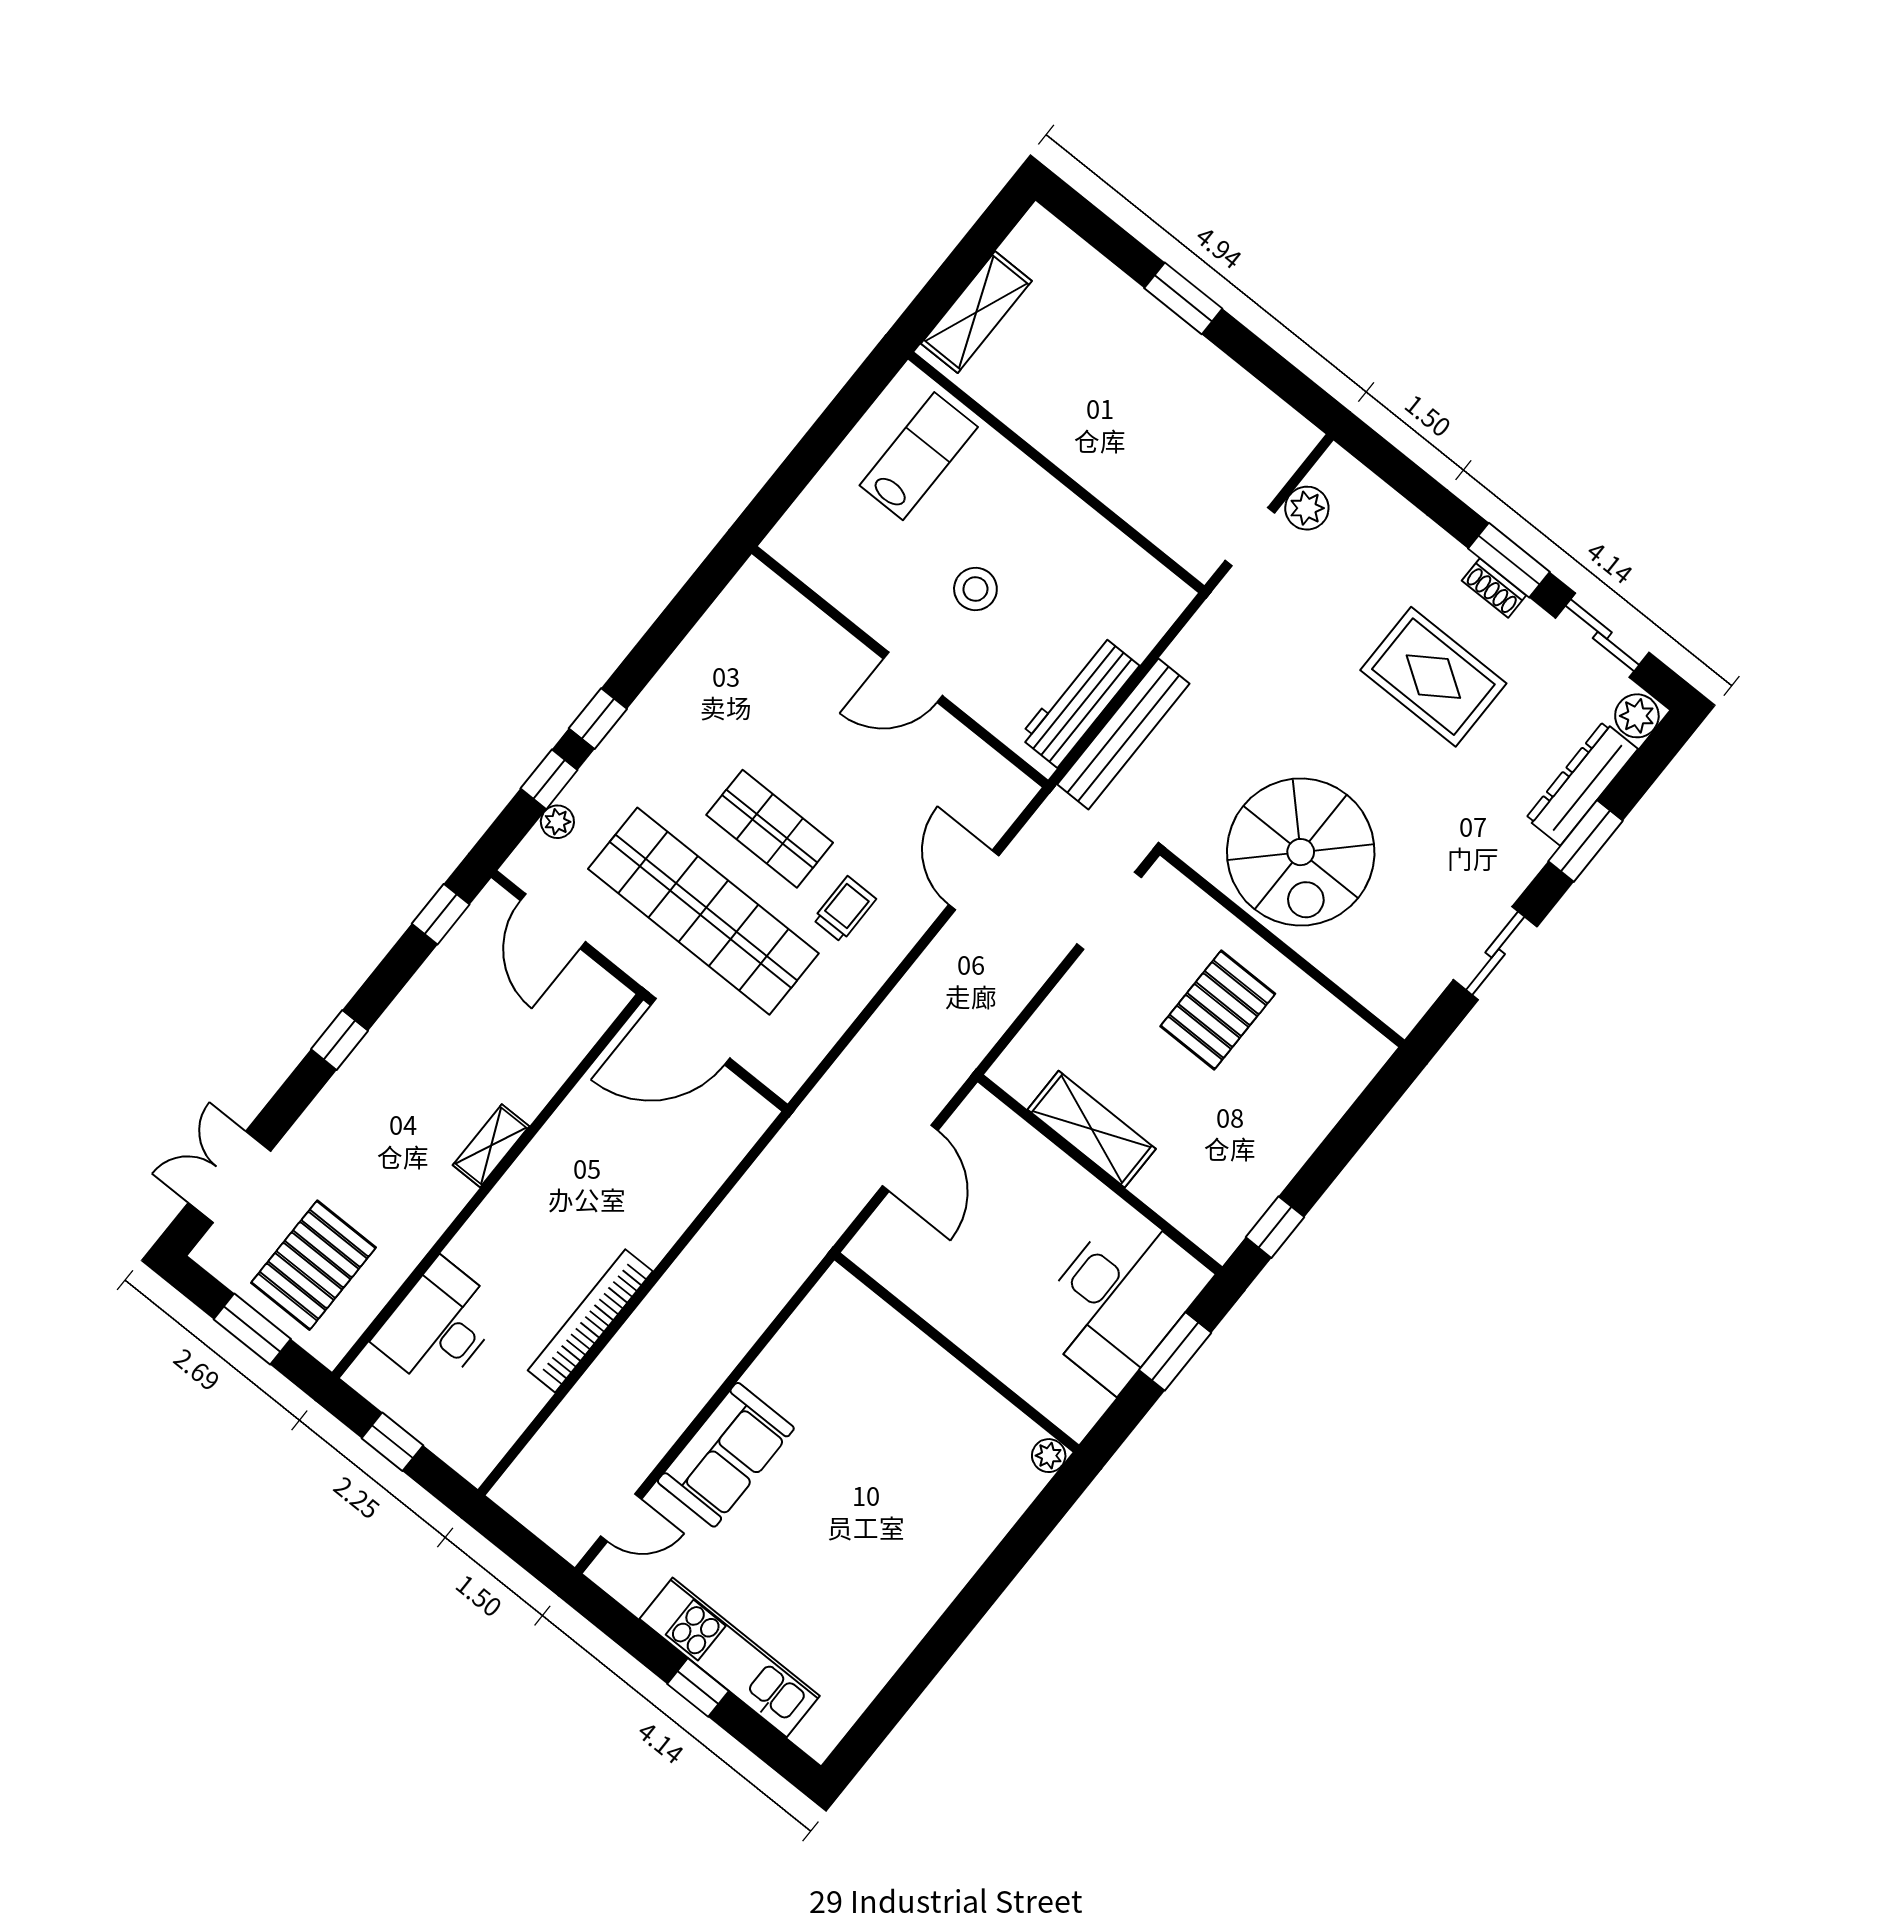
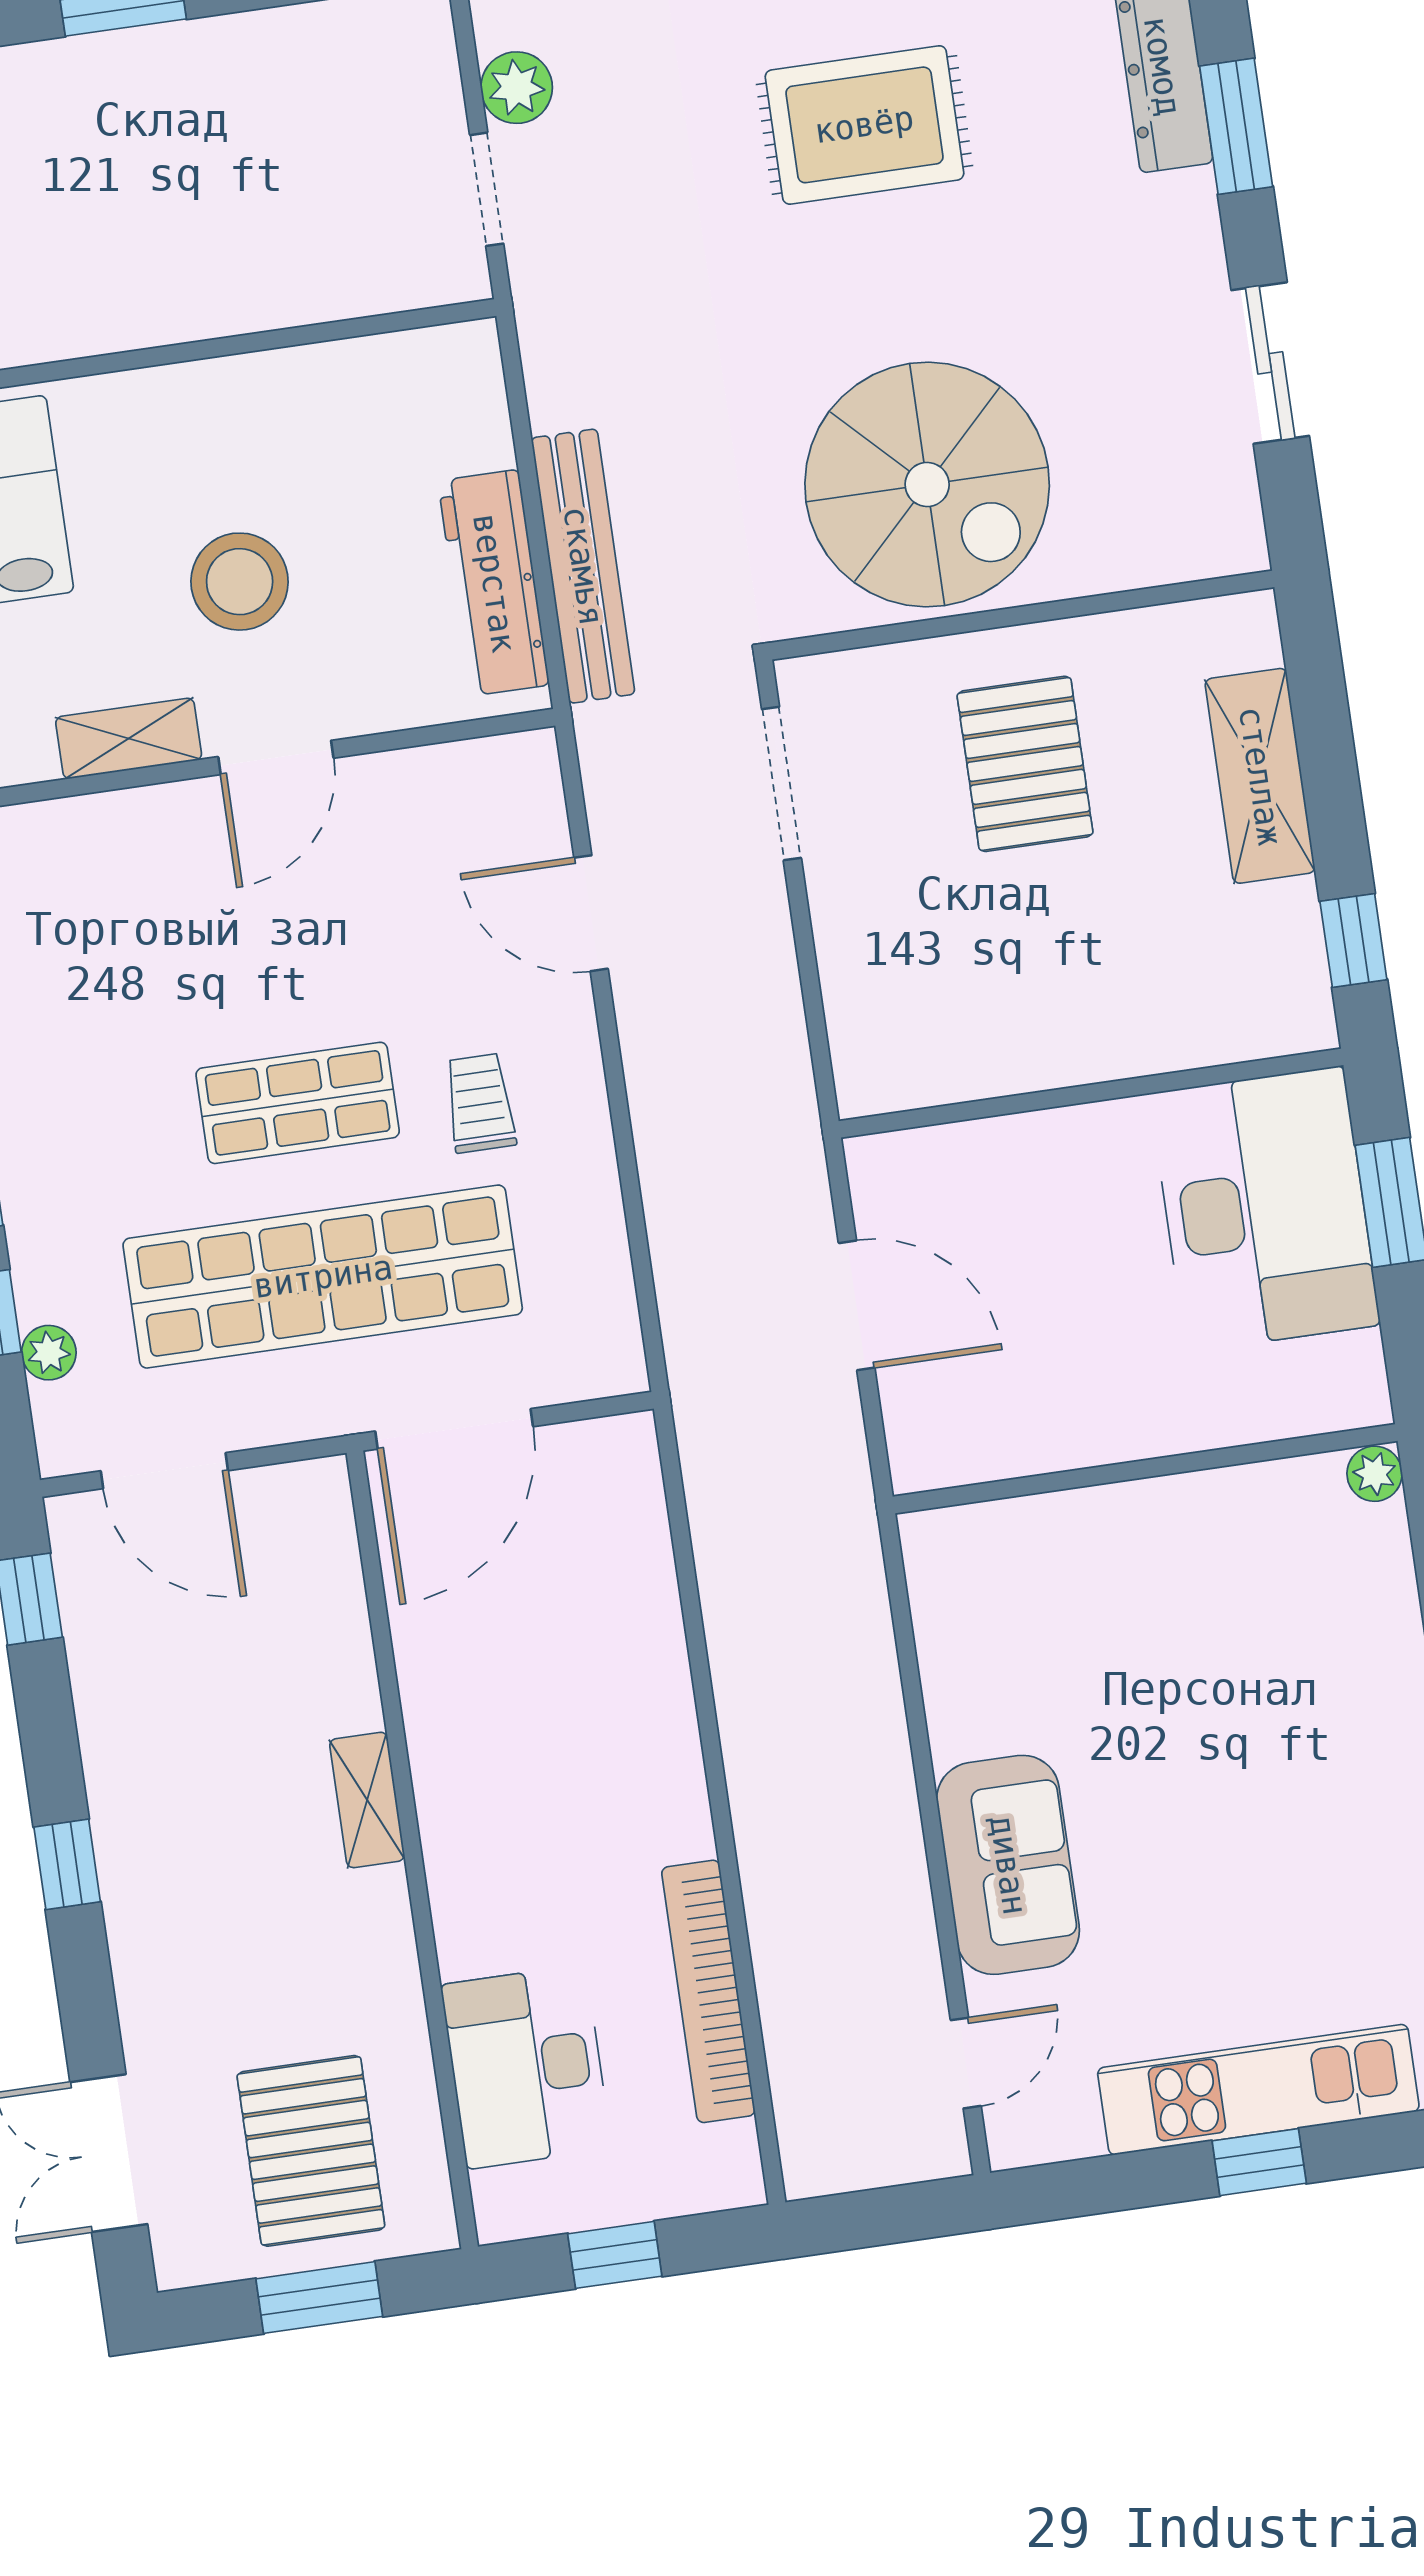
stool: (975, 589) -> (240, 582), width x1.38, depth x1.38
shelving: (861, 605) -> (129, 738), added
shelving: (1092, 1129) -> (1260, 776), moved, turned 90
bookcase: (590, 1321) -> (708, 1991), moved

